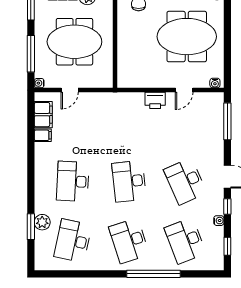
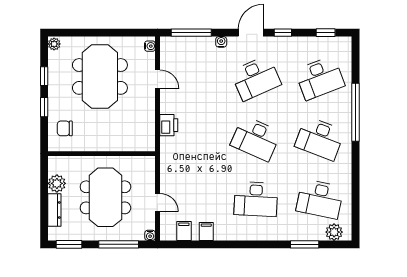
printer: (155, 100) -> (169, 125), moved
filing cabinet: (43, 115) -> (184, 231), width x0.50
desk: (129, 181) -> (256, 139), turned 30
water cooler: (219, 221) -> (221, 42), moved
plant: (42, 222) -> (334, 232), moved
desk: (129, 241) -> (320, 139), turned 39

